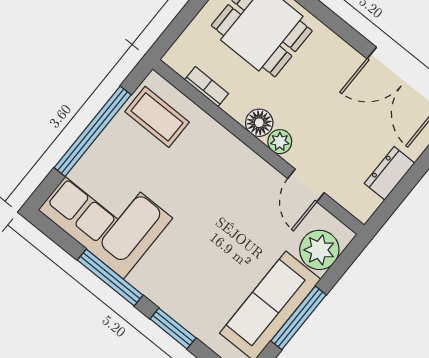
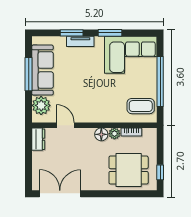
plant: (280, 142) -> (114, 134), moved
dresser: (389, 173) -> (38, 139), moved
window: (110, 278) -> (110, 33), width x0.69
tv unit: (170, 303) -> (80, 41), added

